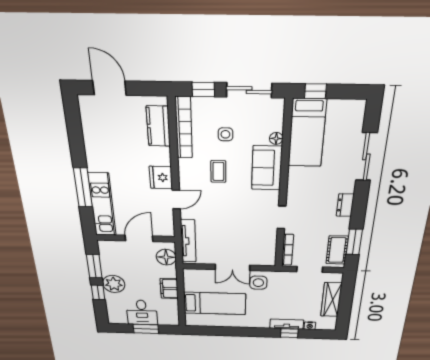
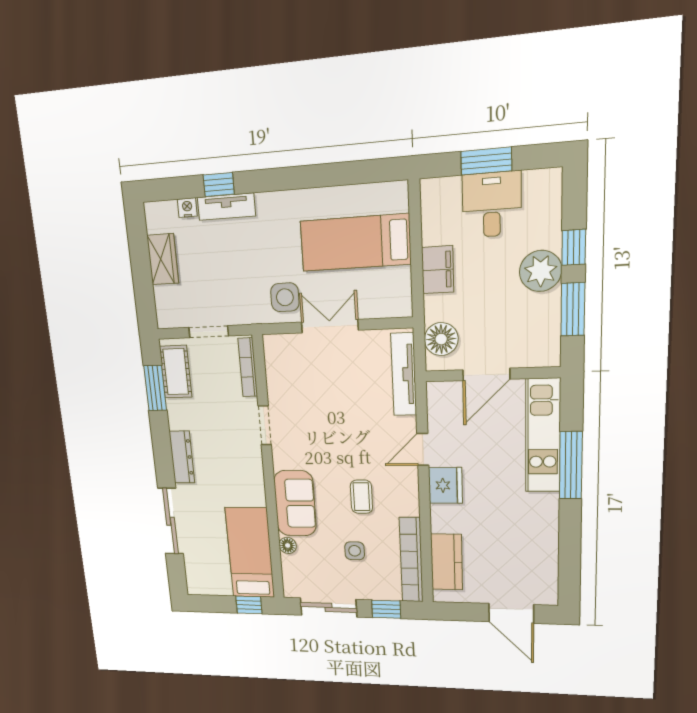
dresser: (345, 205) -> (182, 457), width x1.44
wardrobe: (331, 300) -> (163, 259), width x0.67

